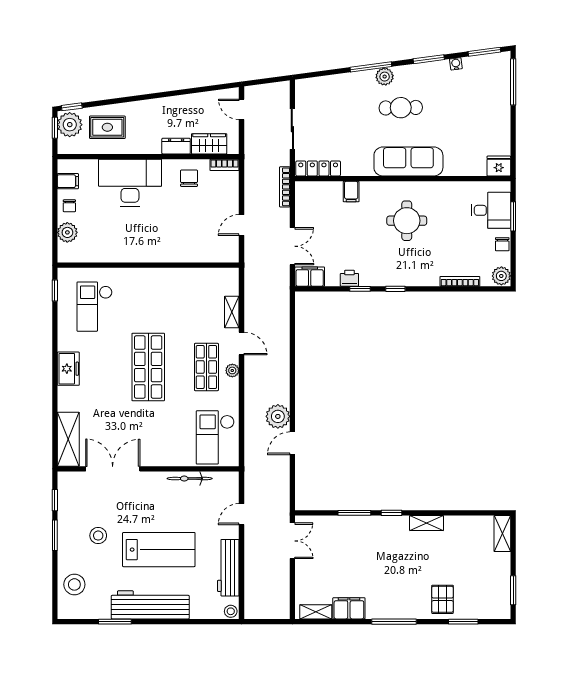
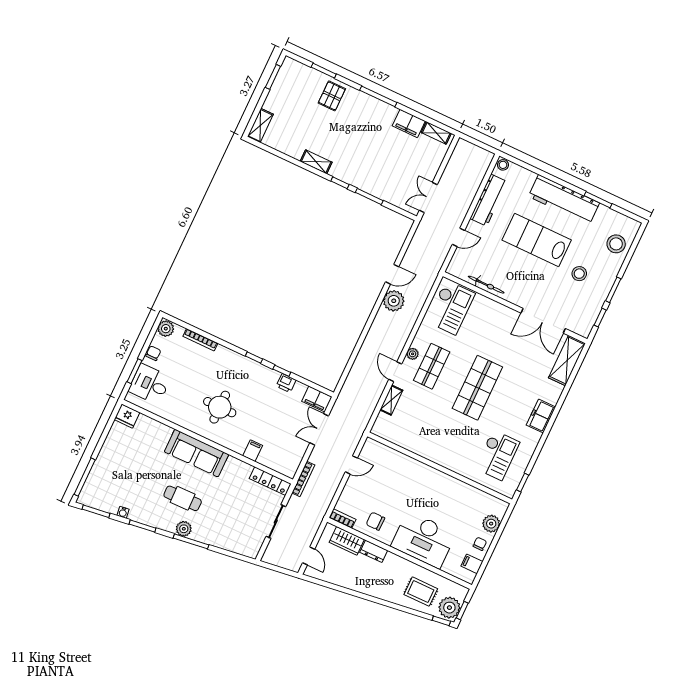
chair: (189, 178) -> (375, 521), turned 90

